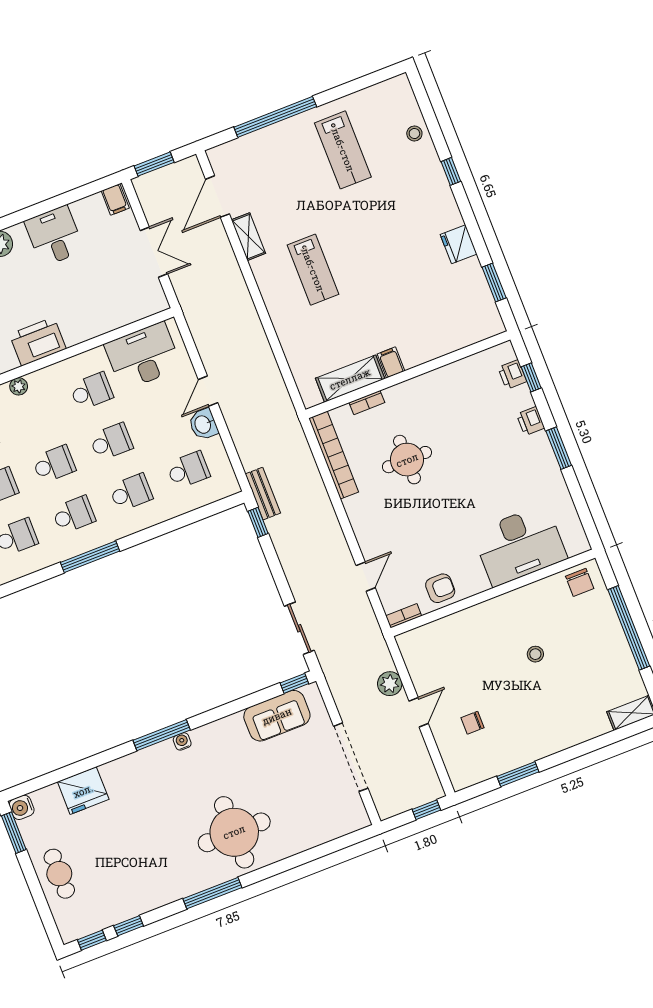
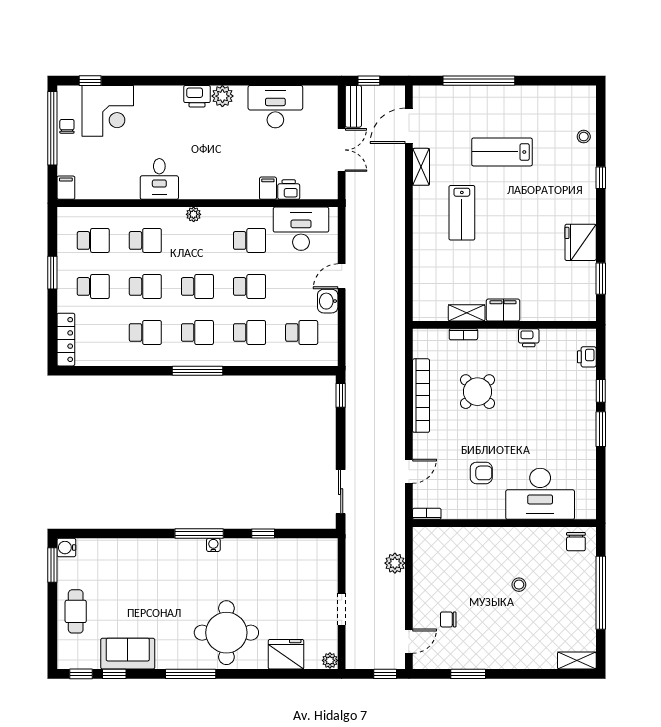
lab bench: (343, 150) -> (502, 152), moved, turned 90
window: (154, 164) -> (369, 81), width x0.67
filing cabinet: (115, 199) -> (268, 188), moved, turned 180
desk: (54, 236) -> (275, 107), width x1.37
fridge: (459, 244) -> (581, 242), width x1.36, depth x1.34
printer: (38, 342) -> (289, 190), moved, width x0.53, depth x0.68
filing cabinet: (391, 362) -> (503, 310), width x2.00
window: (531, 377) -> (601, 391), moved
shelving: (350, 379) -> (467, 313), width x0.67, depth x0.75
printer: (531, 421) -> (529, 338), moved, turned -90
bookcase: (334, 455) -> (421, 396), moved
round table: (407, 460) -> (477, 392), turned 45
bench: (263, 494) -> (353, 106), moved
armchair: (440, 588) -> (481, 473), moved
window: (294, 683) -> (263, 534), moved
door: (419, 712) -> (409, 641), moved
sofa: (277, 716) -> (128, 654), moved, turned 180
doorway: (351, 757) -> (342, 609), width x0.53
fridge: (83, 791) -> (286, 654), moved, turned 180
plant: (360, 819) -> (330, 660), added

